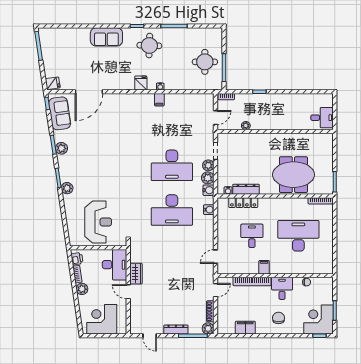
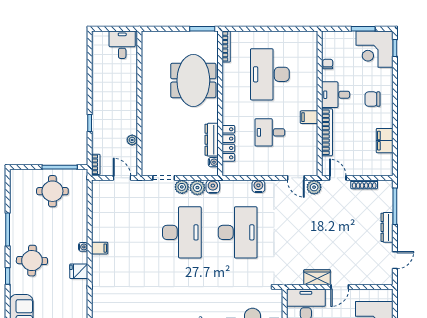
water cooler: (209, 210) -> (258, 186), moved
plant: (208, 328) -> (314, 187), moved

